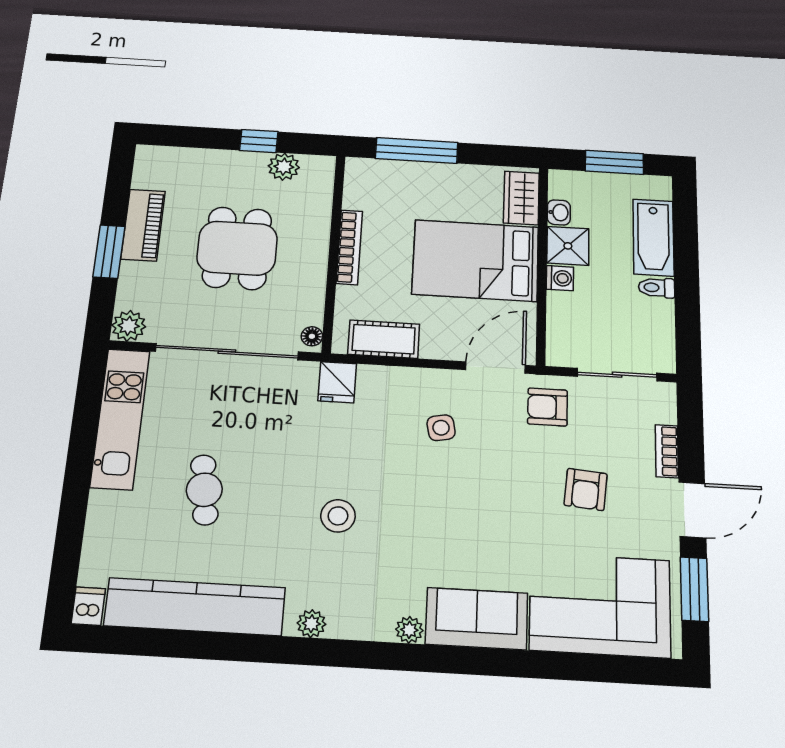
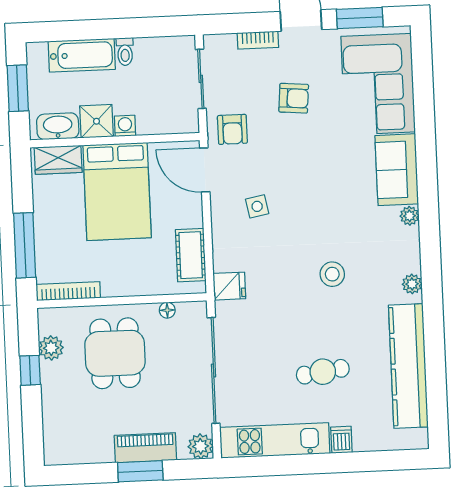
washbasin: (559, 212) -> (58, 126), width x1.91, depth x1.45
piano: (143, 225) -> (145, 448), moved
bookcase: (349, 247) -> (68, 291), moved
dining table: (237, 248) -> (115, 353), moved, turned 90
floor lamp: (312, 336) -> (167, 310), moved
dishwasher: (88, 606) -> (341, 440), moved, turned 90

